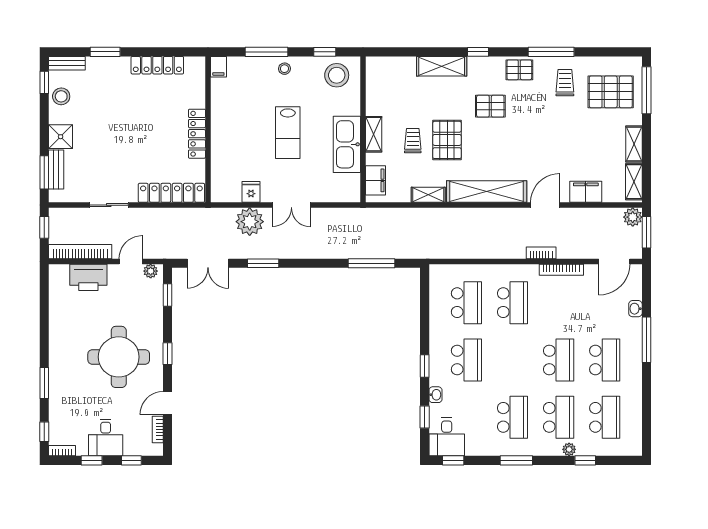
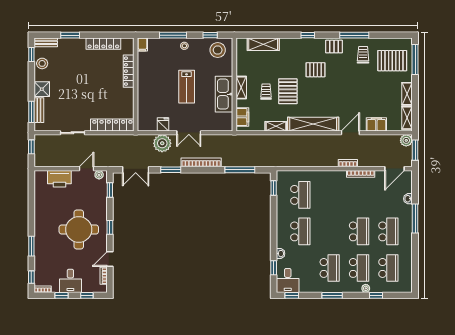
shelving: (442, 66) -> (263, 44), moved
locker: (197, 134) -> (129, 71), moved
bookcase: (80, 252) -> (201, 162), moved
school desk: (513, 303) -> (330, 195), removed
window: (425, 366) -> (274, 188), moved

